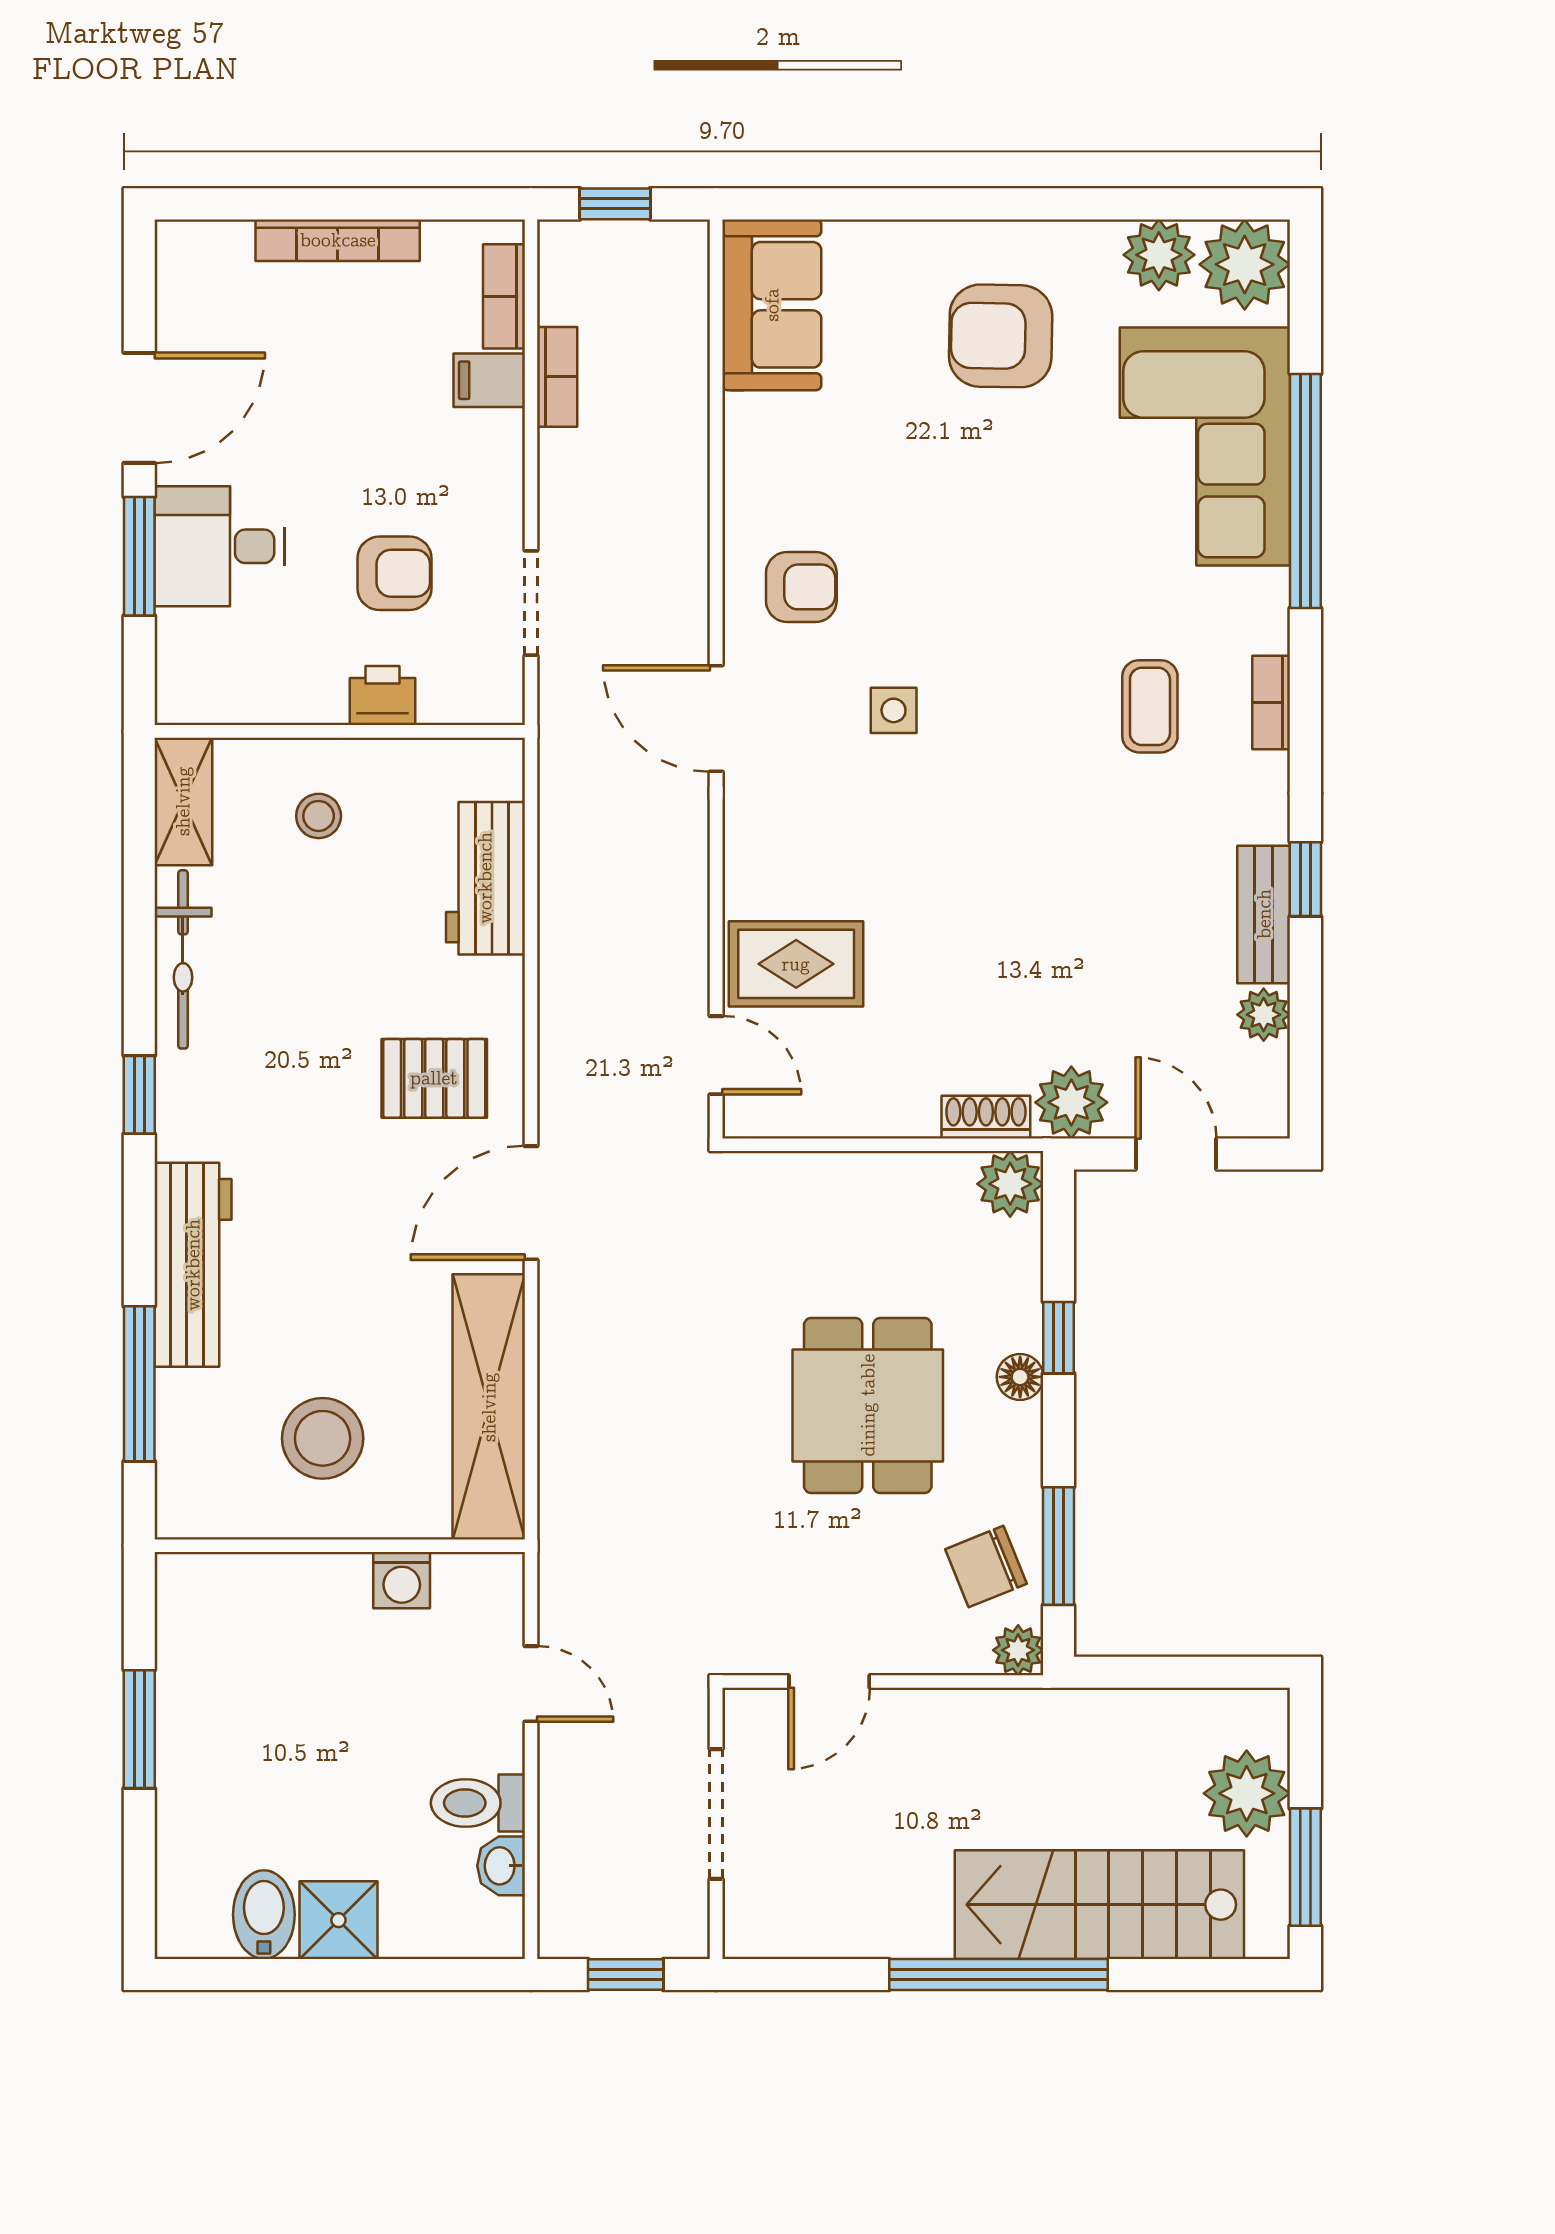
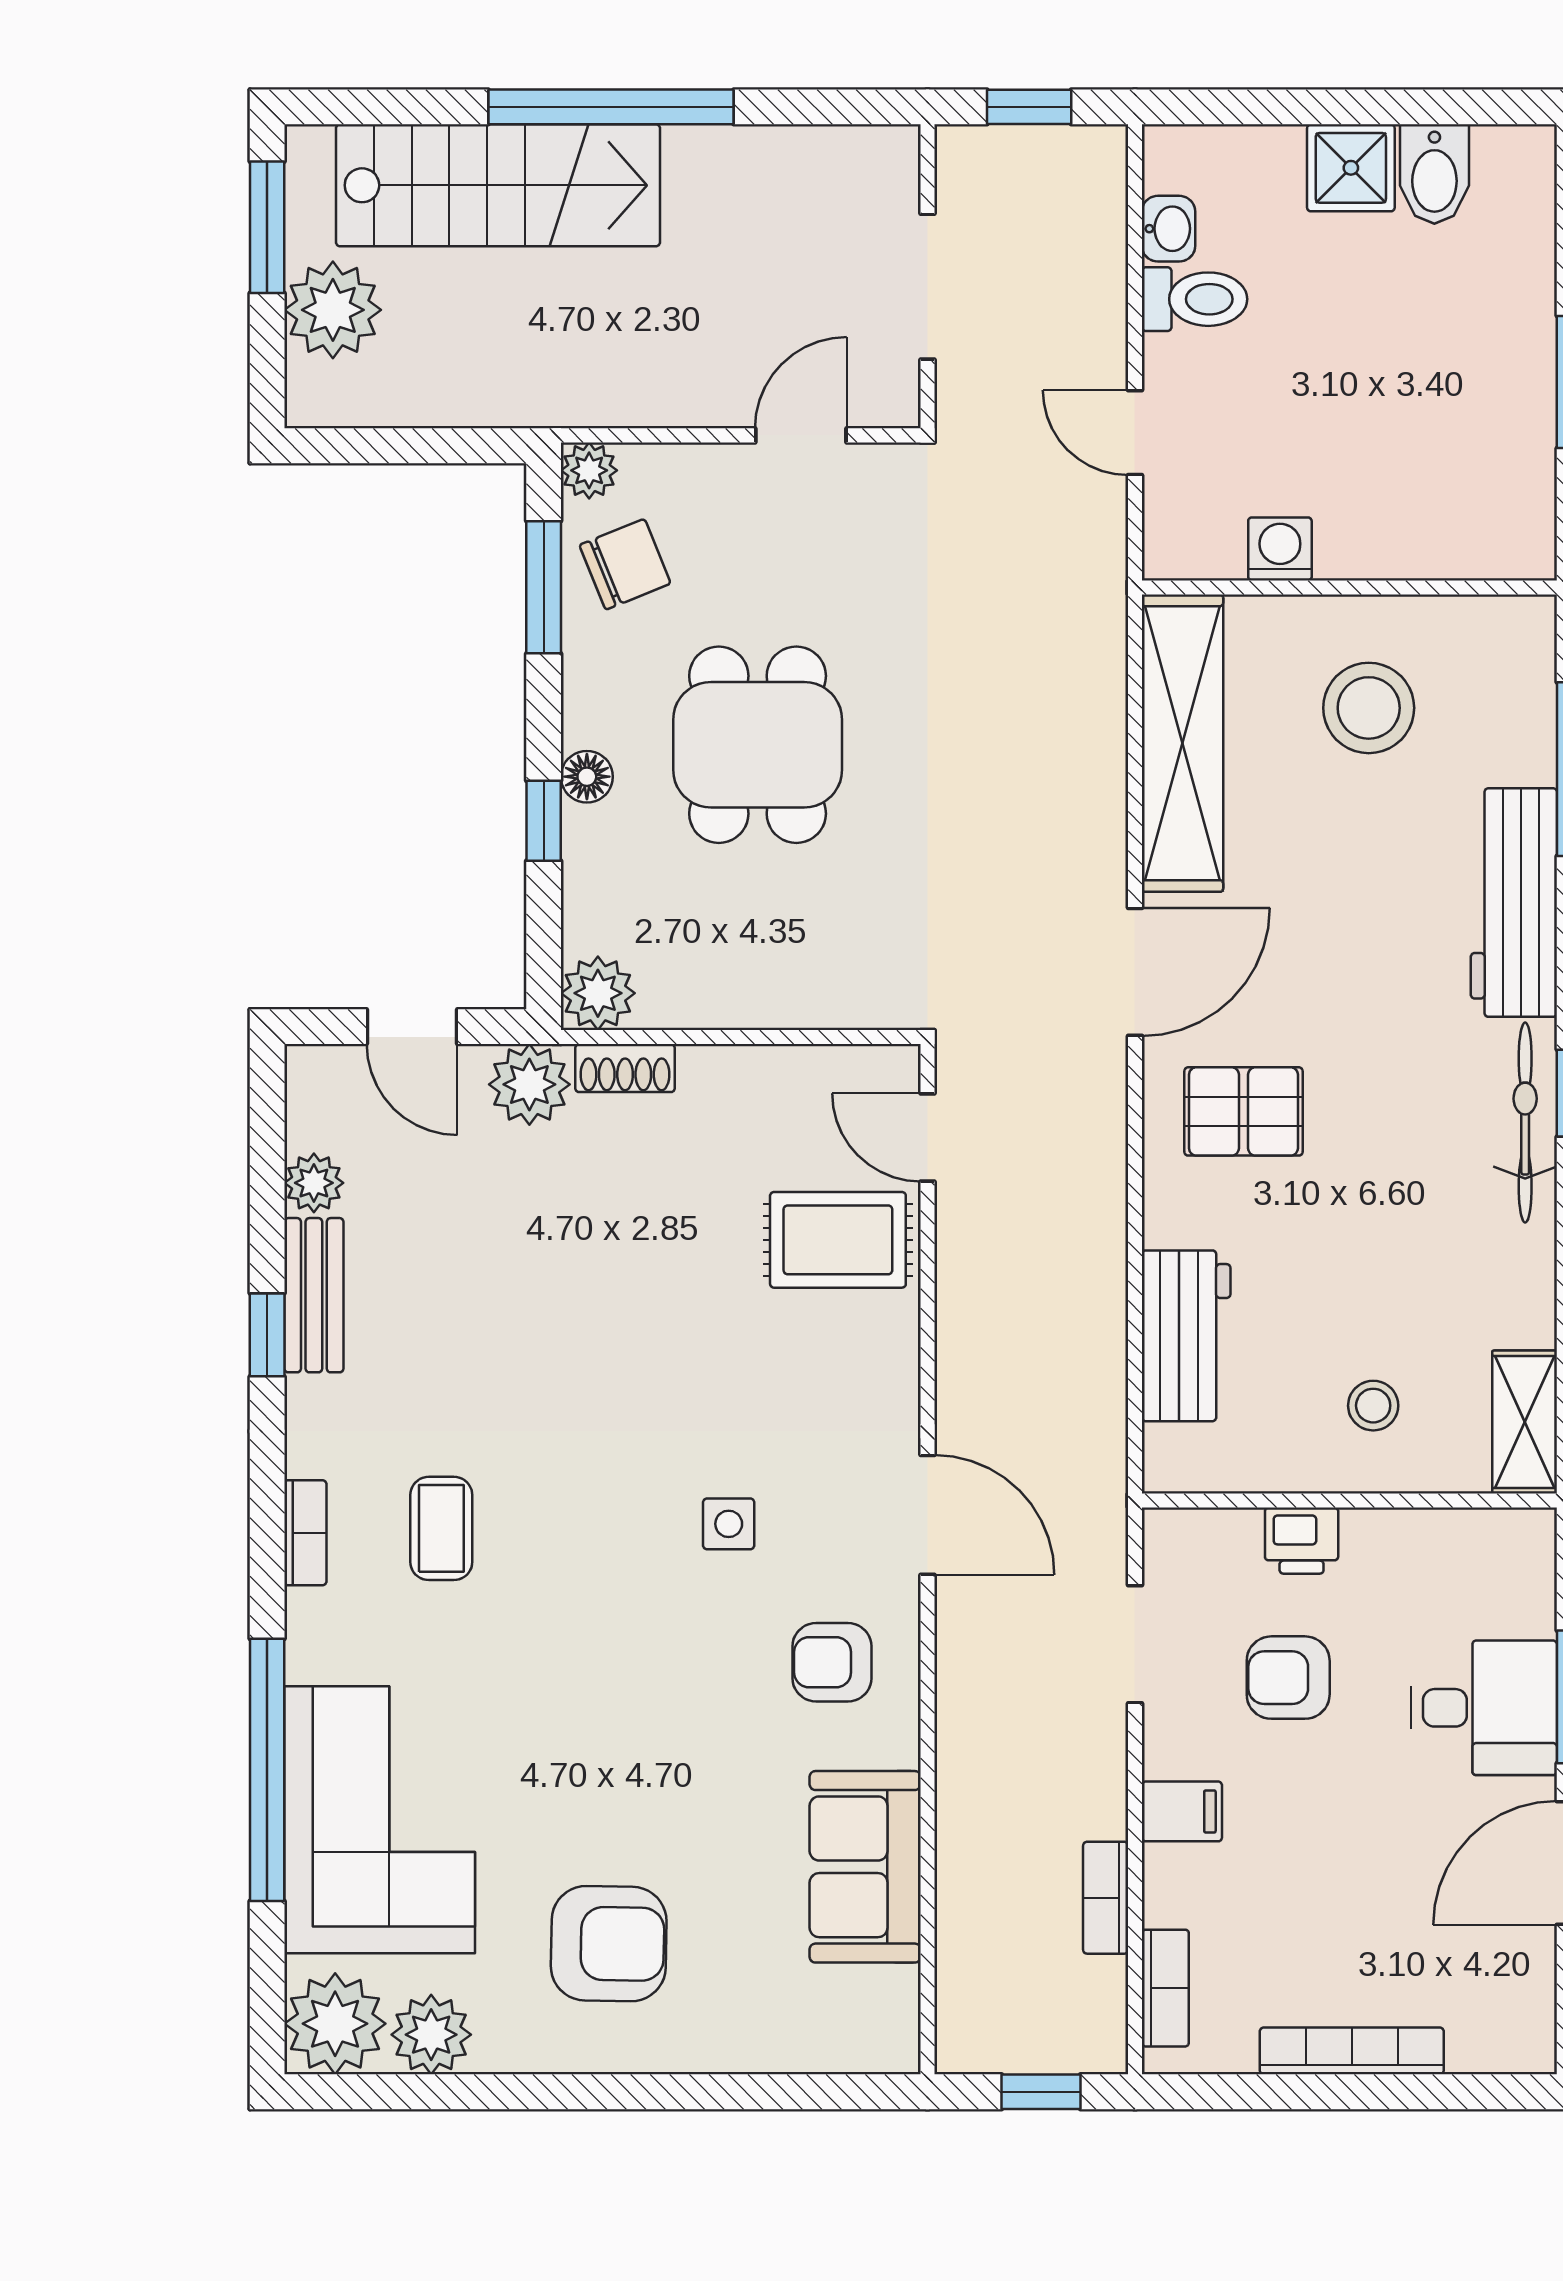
sofa: (772, 305) -> (865, 1867), moved
filing cabinet: (489, 380) -> (1182, 1811), moved
bicycle: (183, 959) -> (1525, 1123), moved

